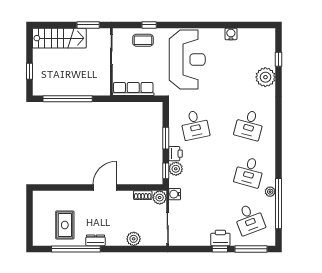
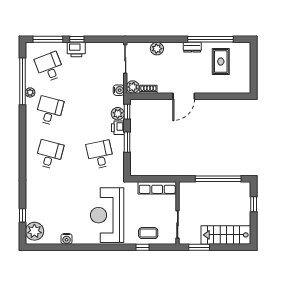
plant: (265, 77) -> (34, 231), moved

